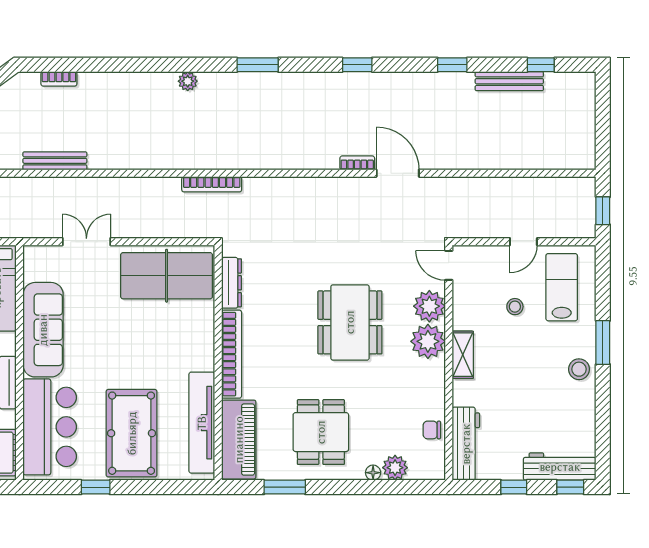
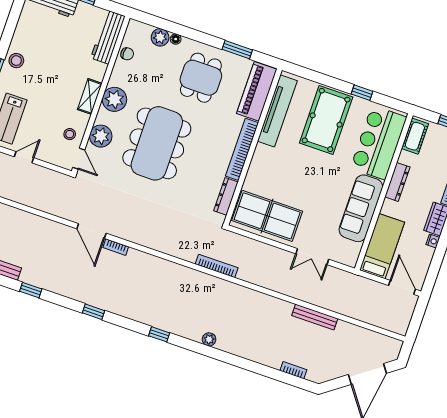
window: (258, 65) -> (159, 334), width x0.67
stool: (515, 307) -> (70, 134), moved
dining table: (350, 322) -> (157, 143), width x1.36, depth x1.24
plant: (428, 341) -> (114, 99), moved

